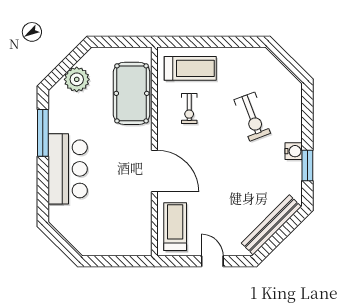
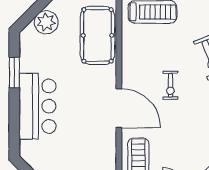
exercise bike: (189, 109) -> (170, 85), moved
window: (43, 133) -> (14, 73), width x0.69

